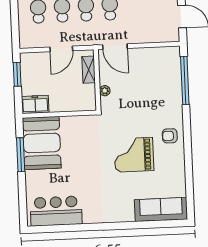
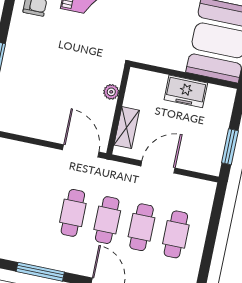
freezer: (35, 104) -> (186, 91), moved

